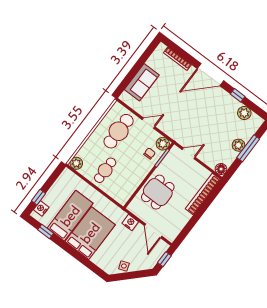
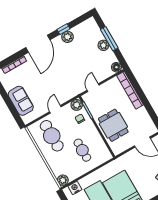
plant: (244, 113) -> (67, 37), moved
cafe table: (105, 170) -> (82, 150), moved
nightstand: (130, 222) -> (75, 188), moved

